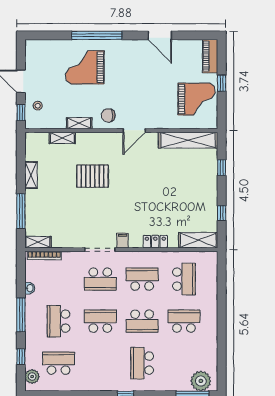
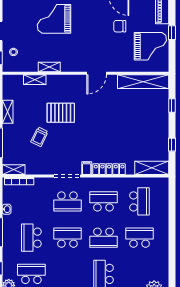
chair: (108, 115) -> (120, 26), moved
trolley: (68, 204) -> (39, 137), added
locker: (155, 242) -> (109, 169), width x1.53

